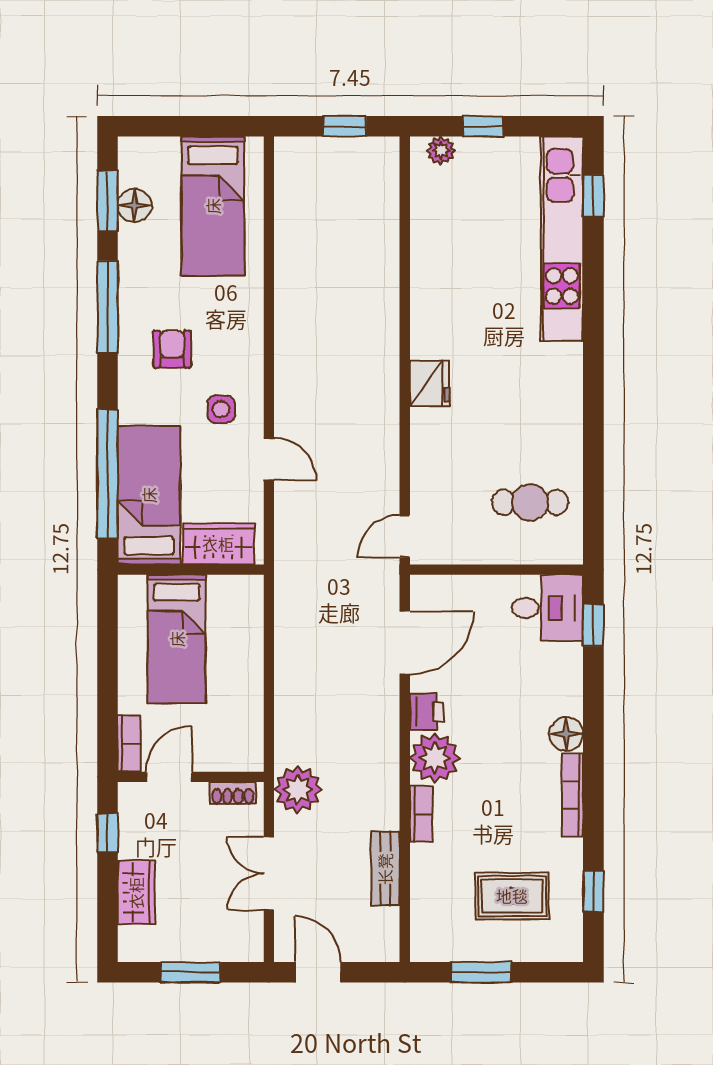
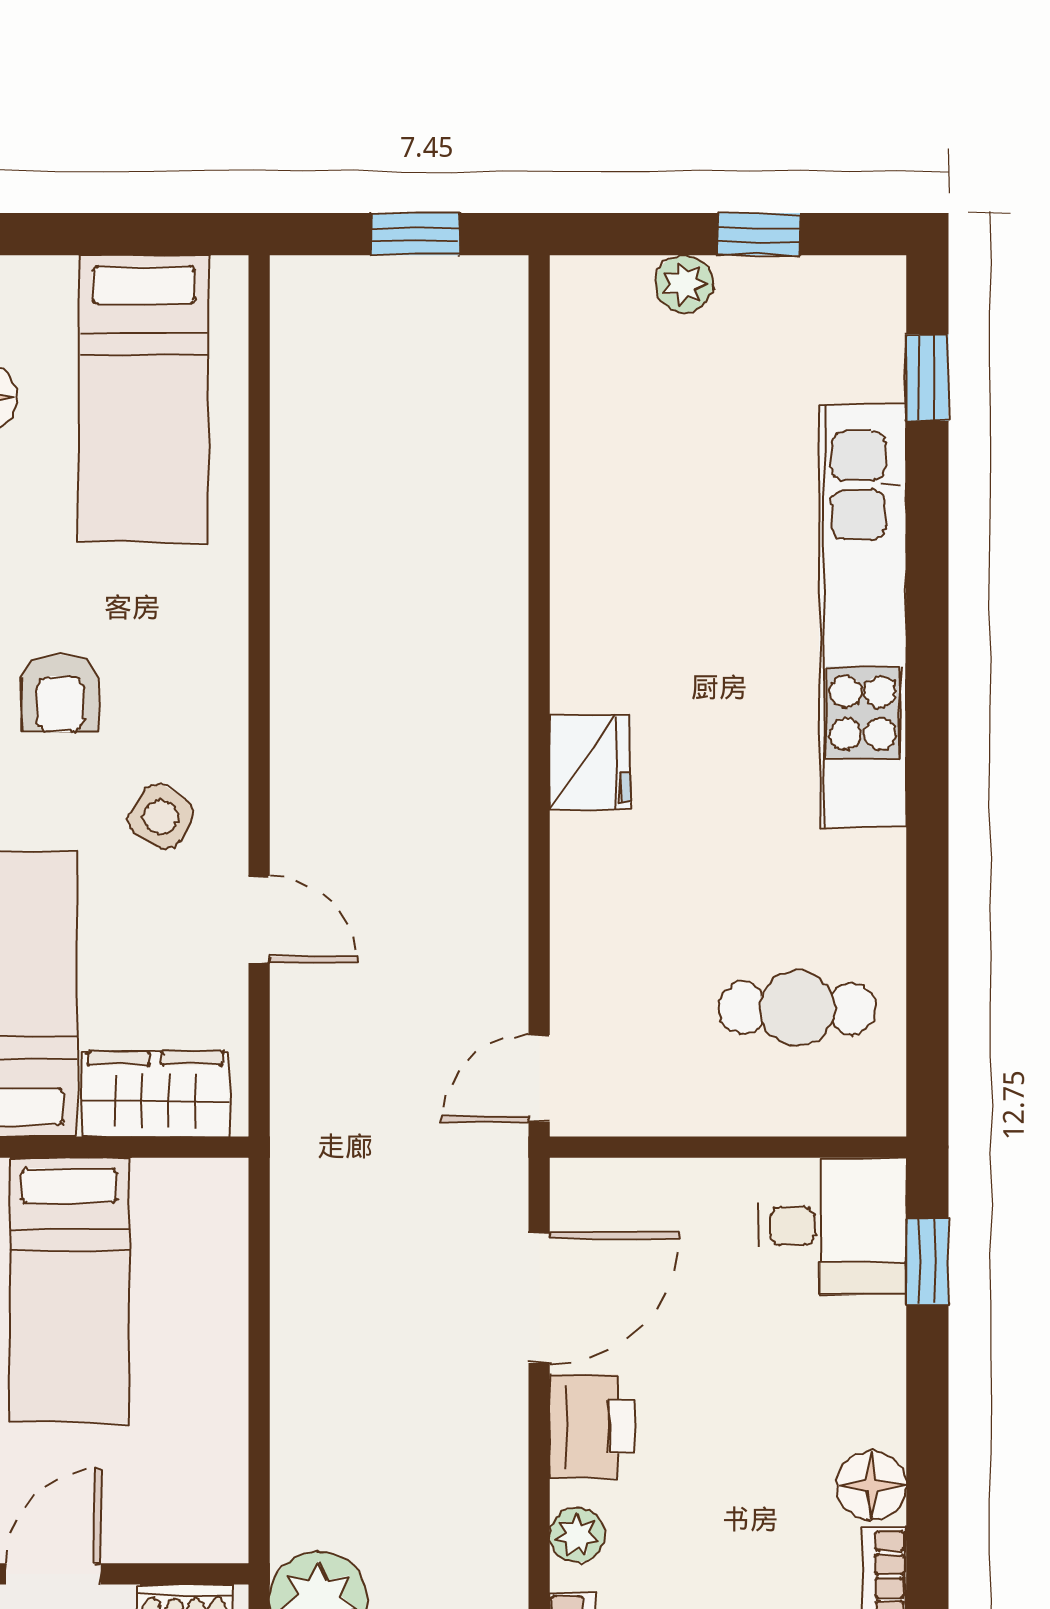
window: (483, 126) -> (759, 234), moved
plant: (441, 150) -> (684, 284), moved
kitchen unit: (562, 239) -> (863, 616), moved
armchair: (172, 349) -> (60, 693), turned 180
side table: (221, 409) -> (161, 817), turned 31
printer: (427, 712) -> (592, 1426), width x1.36, depth x1.24
plant: (435, 758) -> (577, 1535), width x0.53, depth x0.53

